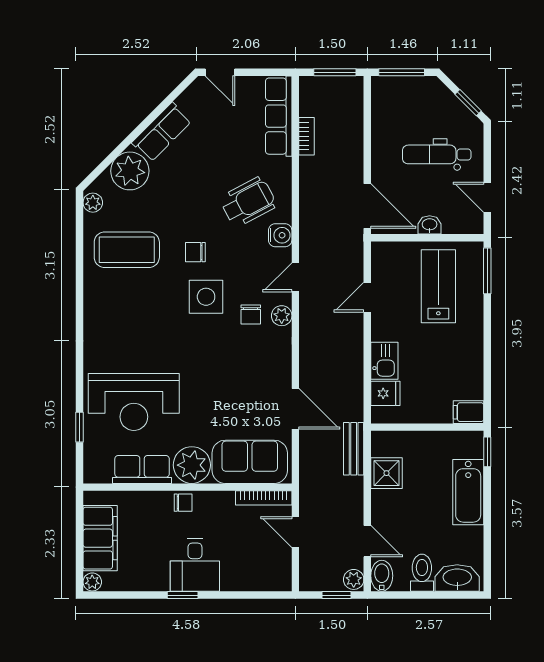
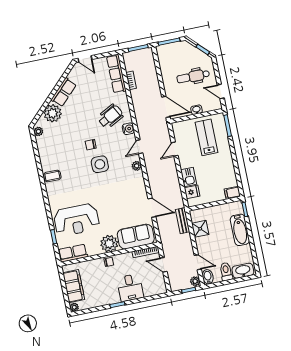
coffee table: (127, 250) -> (52, 176), moved, width x0.54, depth x0.58
chair: (251, 314) -> (122, 168), removed
row of seats: (142, 469) -> (73, 253), moved
desk: (195, 565) -> (130, 288), moved

